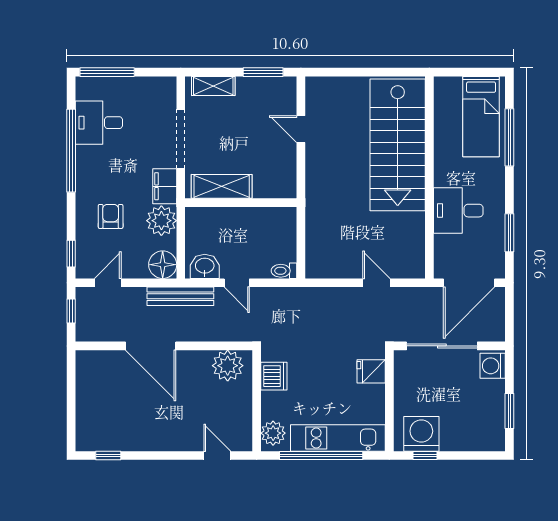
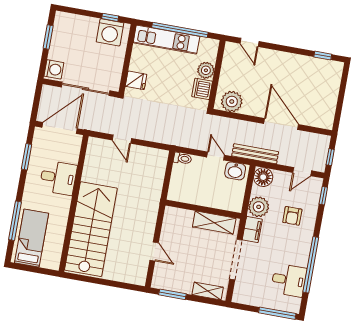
plant: (273, 433) -> (206, 70), moved

